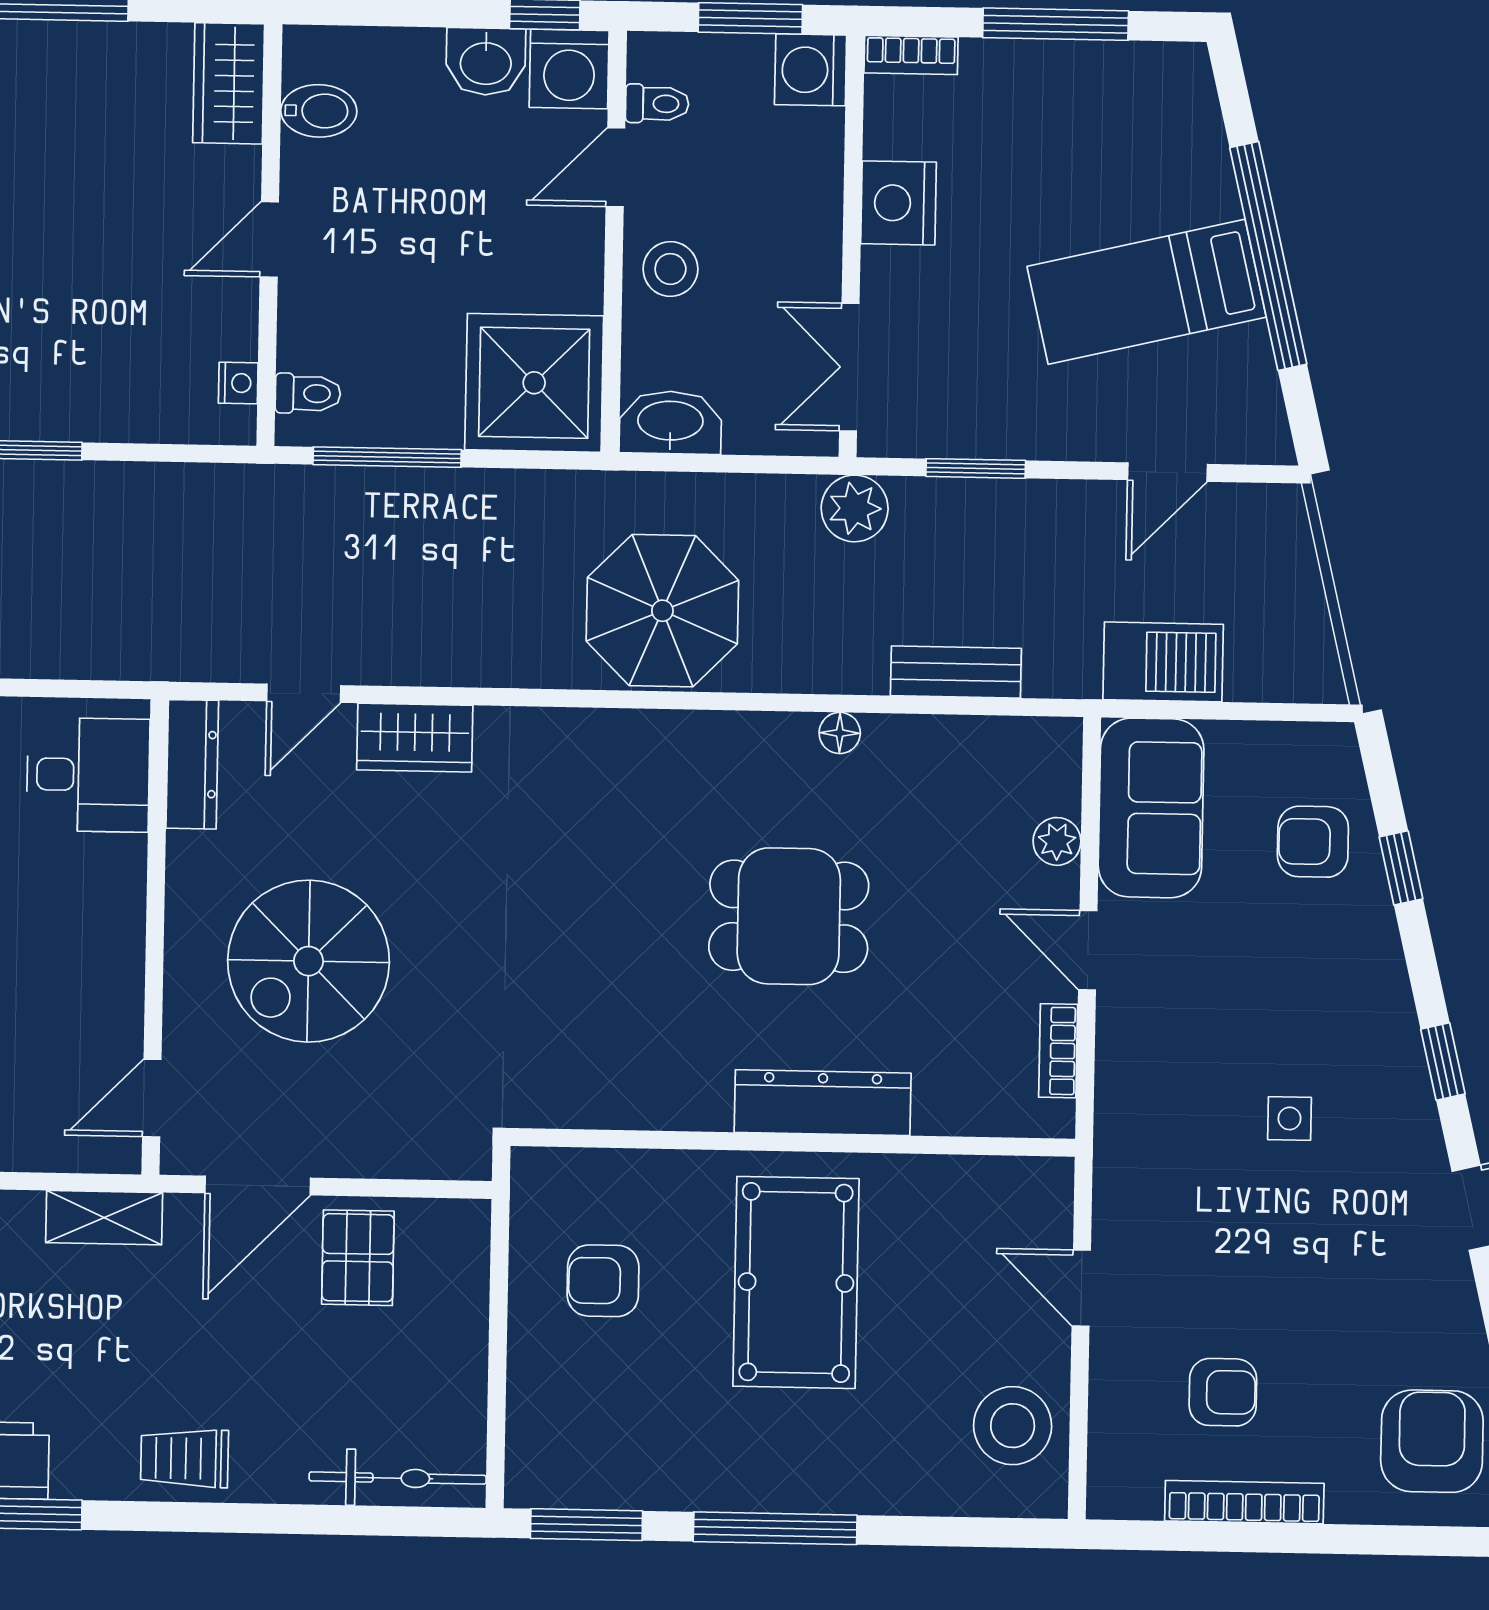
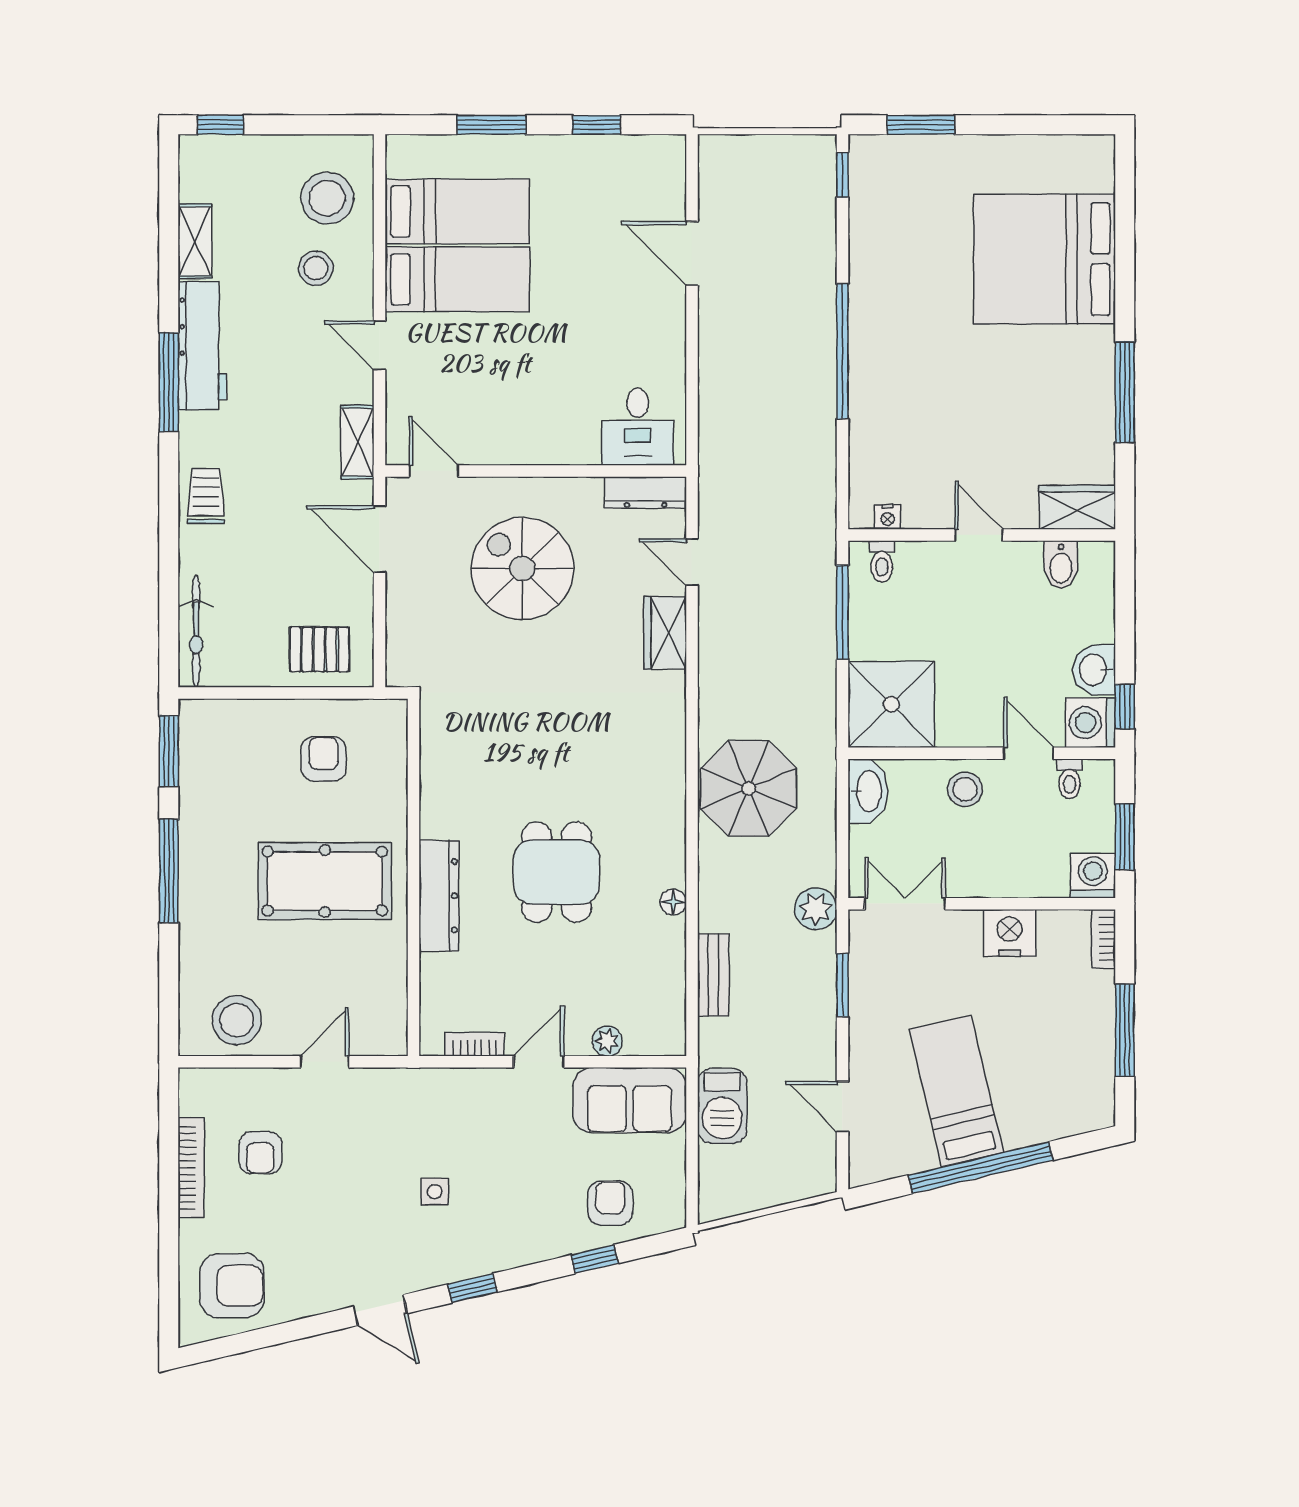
pallet: (358, 1258) -> (319, 649), moved

